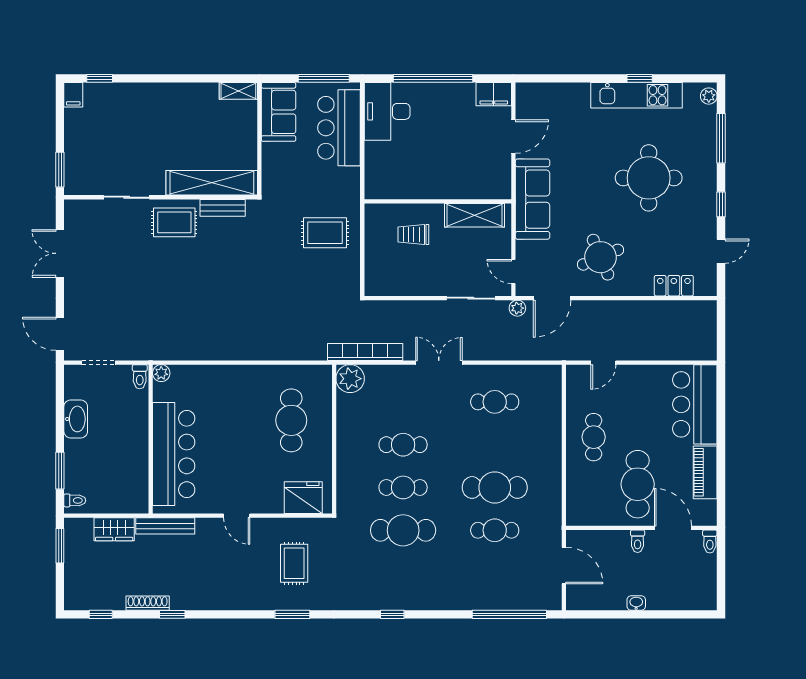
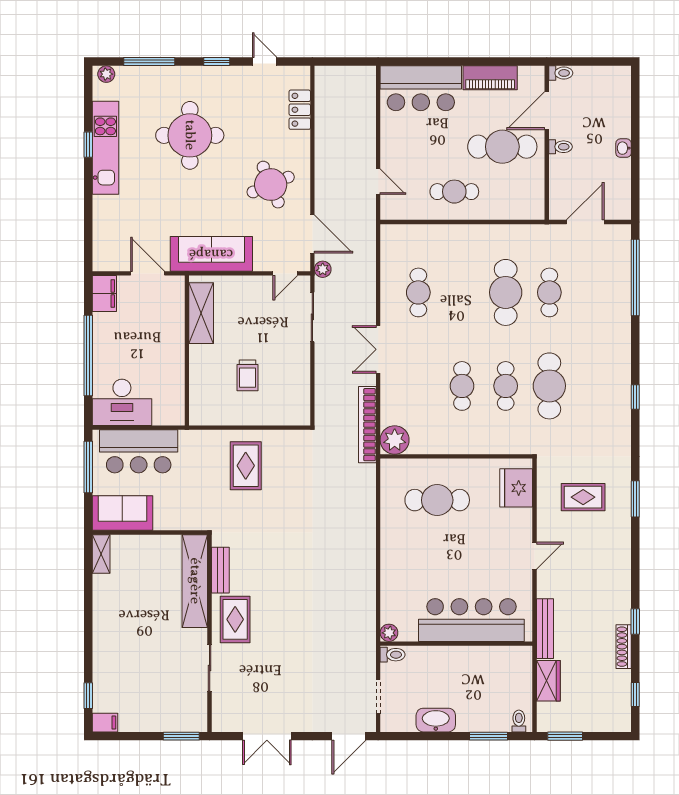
wall: (438, 201) -> (187, 351), moved
shelving: (474, 215) -> (201, 313), moved

